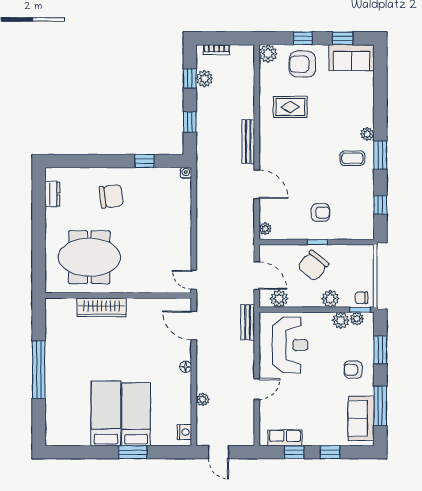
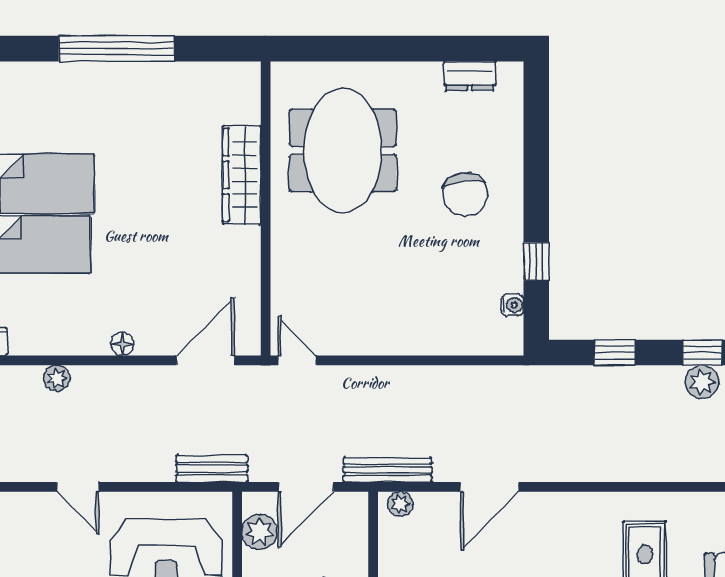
bench: (248, 141) -> (388, 470), moved
water cooler: (186, 173) -> (512, 305), moved
door: (194, 280) -> (297, 360), hinge flipped

